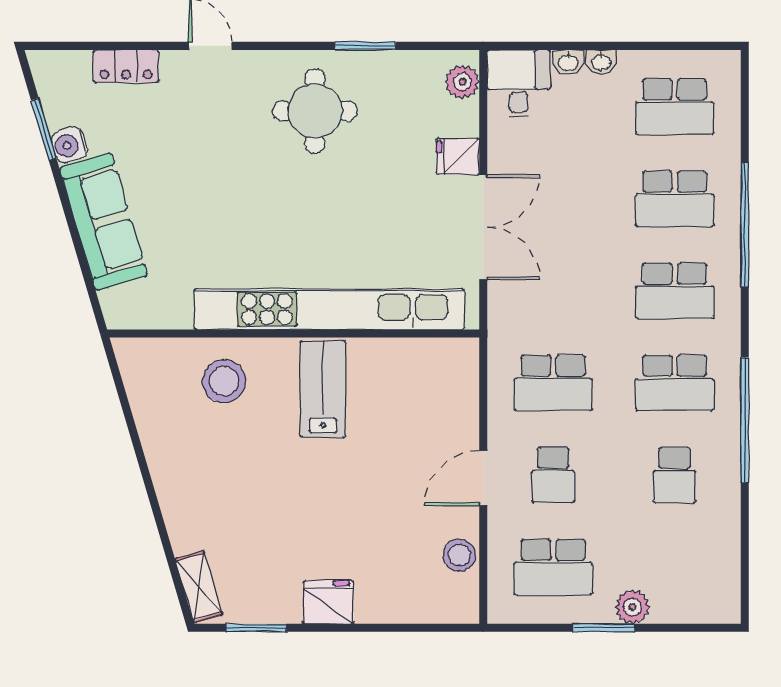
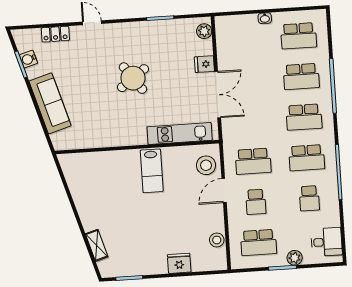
washbasin: (568, 62) -> (250, 19), removed
desk: (519, 84) -> (327, 242), moved, turned 90
round table: (315, 111) -> (133, 78), moved, turned -36
water cooler: (69, 145) -> (28, 59), moved
kitchen unit: (329, 309) -> (180, 133), width x0.54
stool: (224, 381) -> (206, 165), moved
lab bench: (323, 389) -> (152, 171), turned 180
door: (483, 478) -> (224, 191), moved
shelving: (199, 587) -> (97, 245), moved
fridge: (328, 602) -> (179, 263), moved

